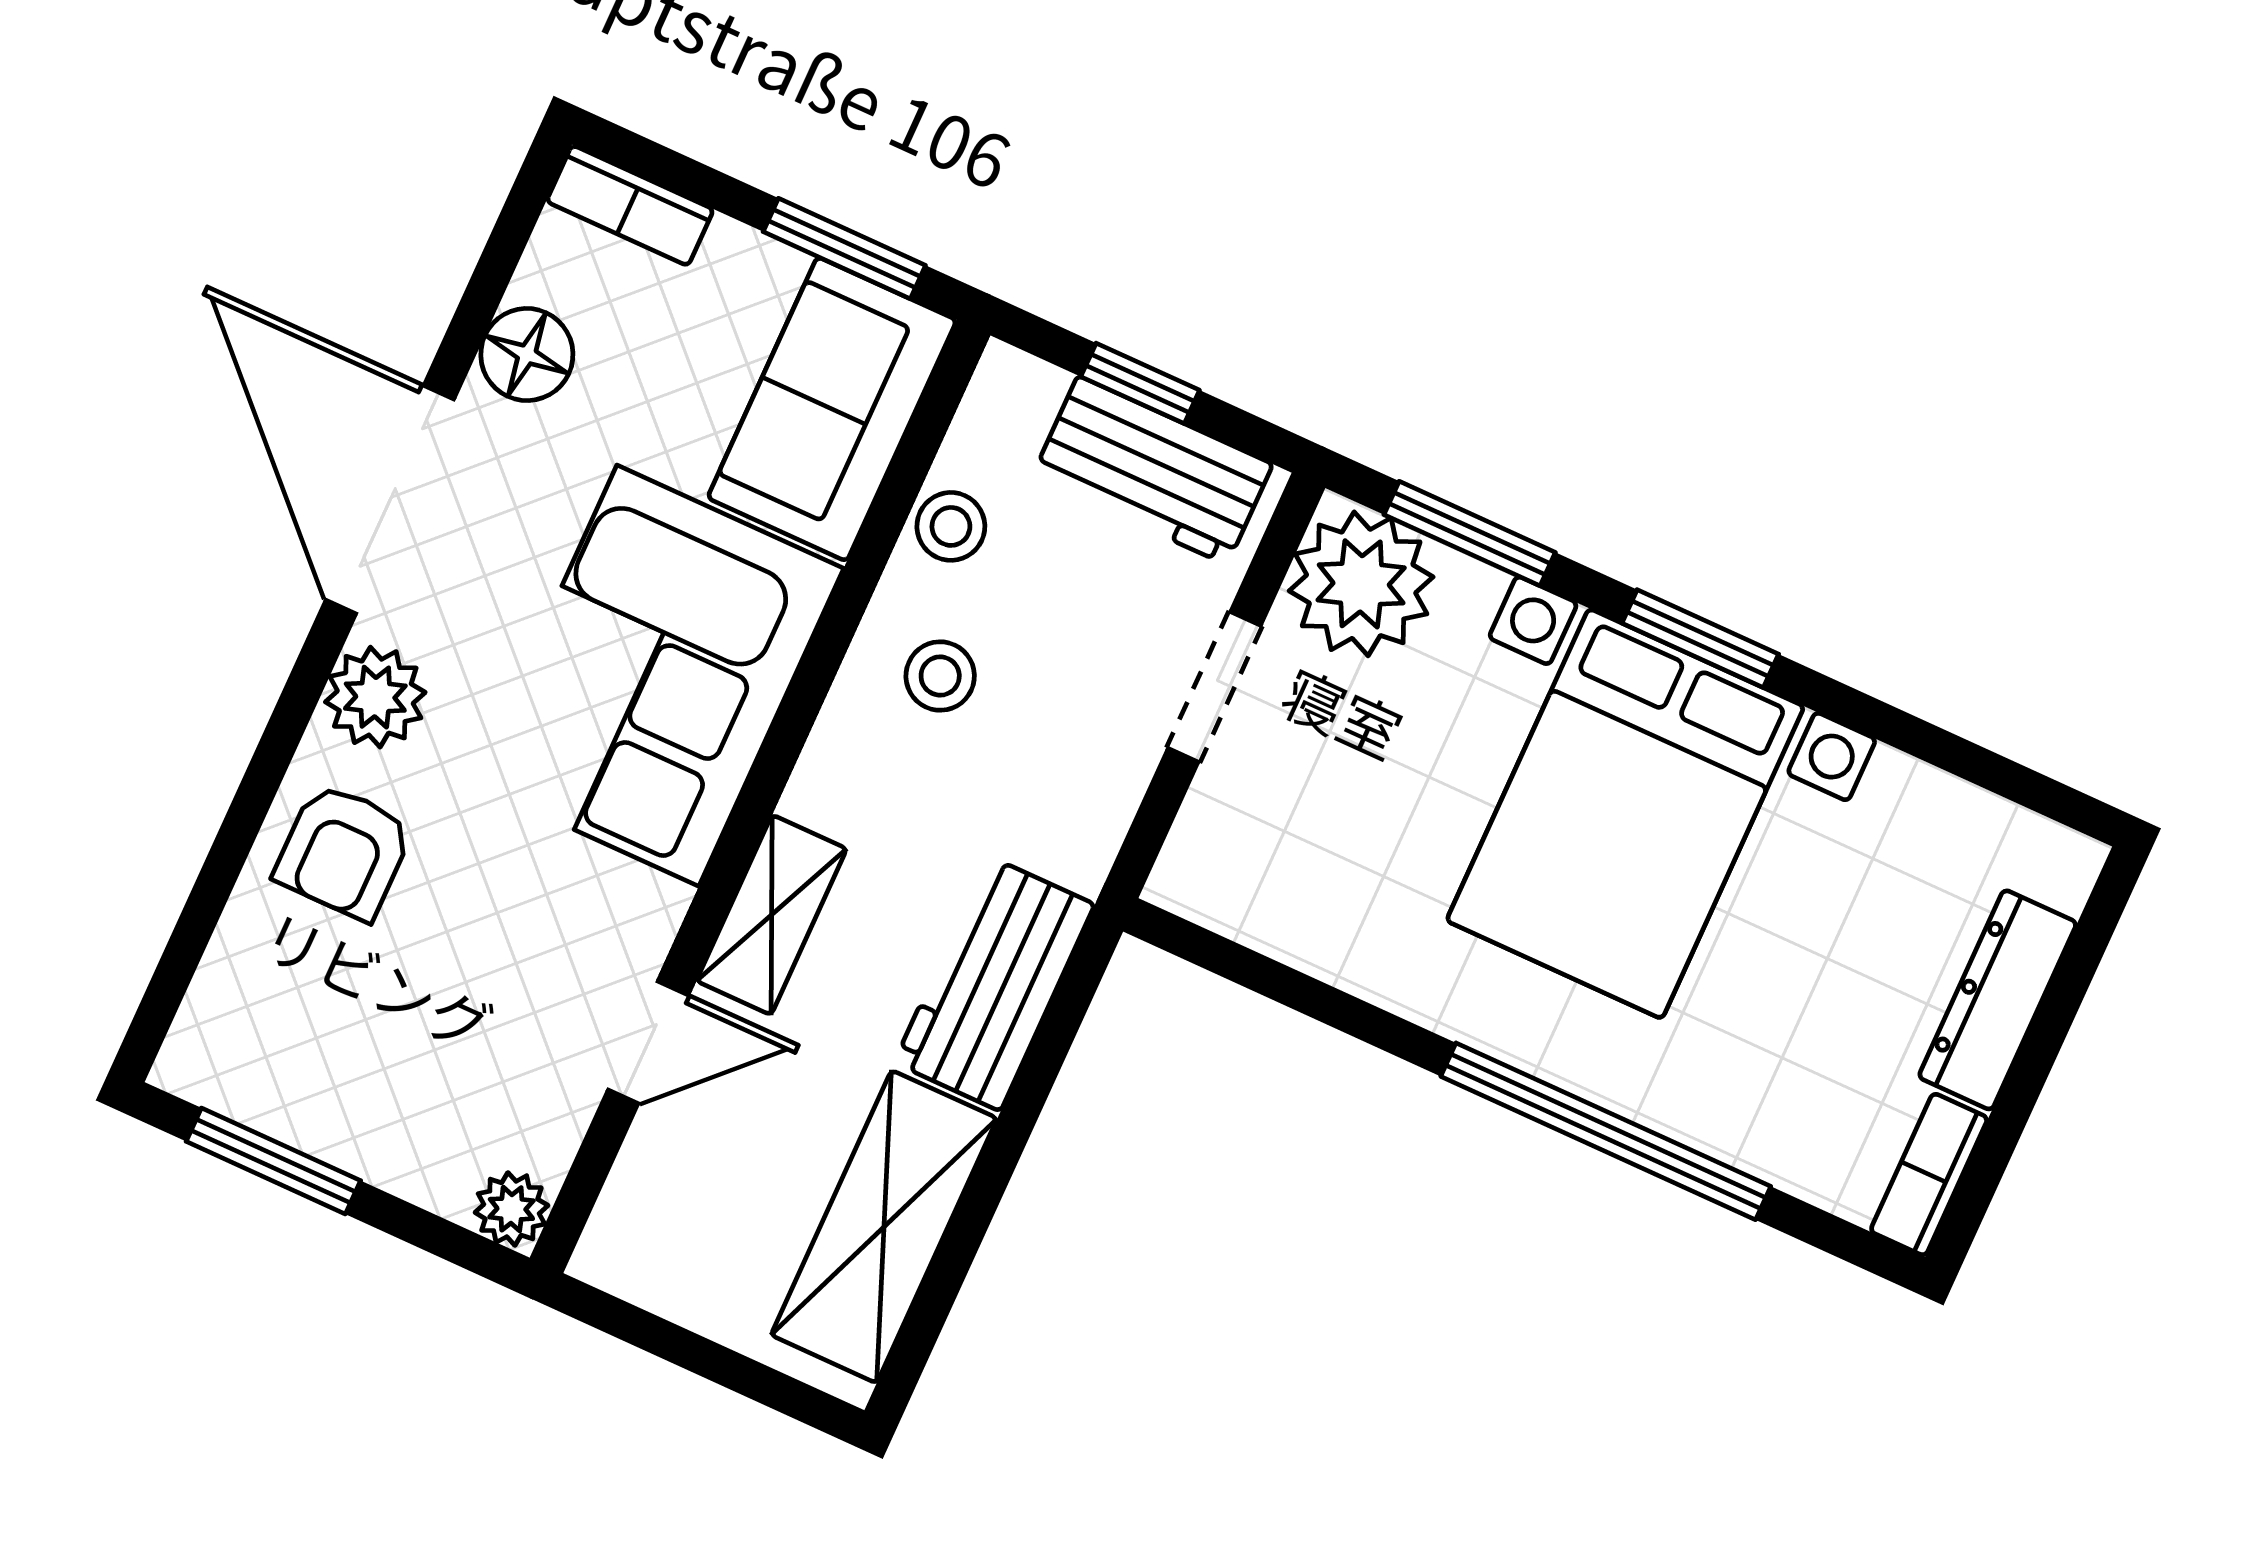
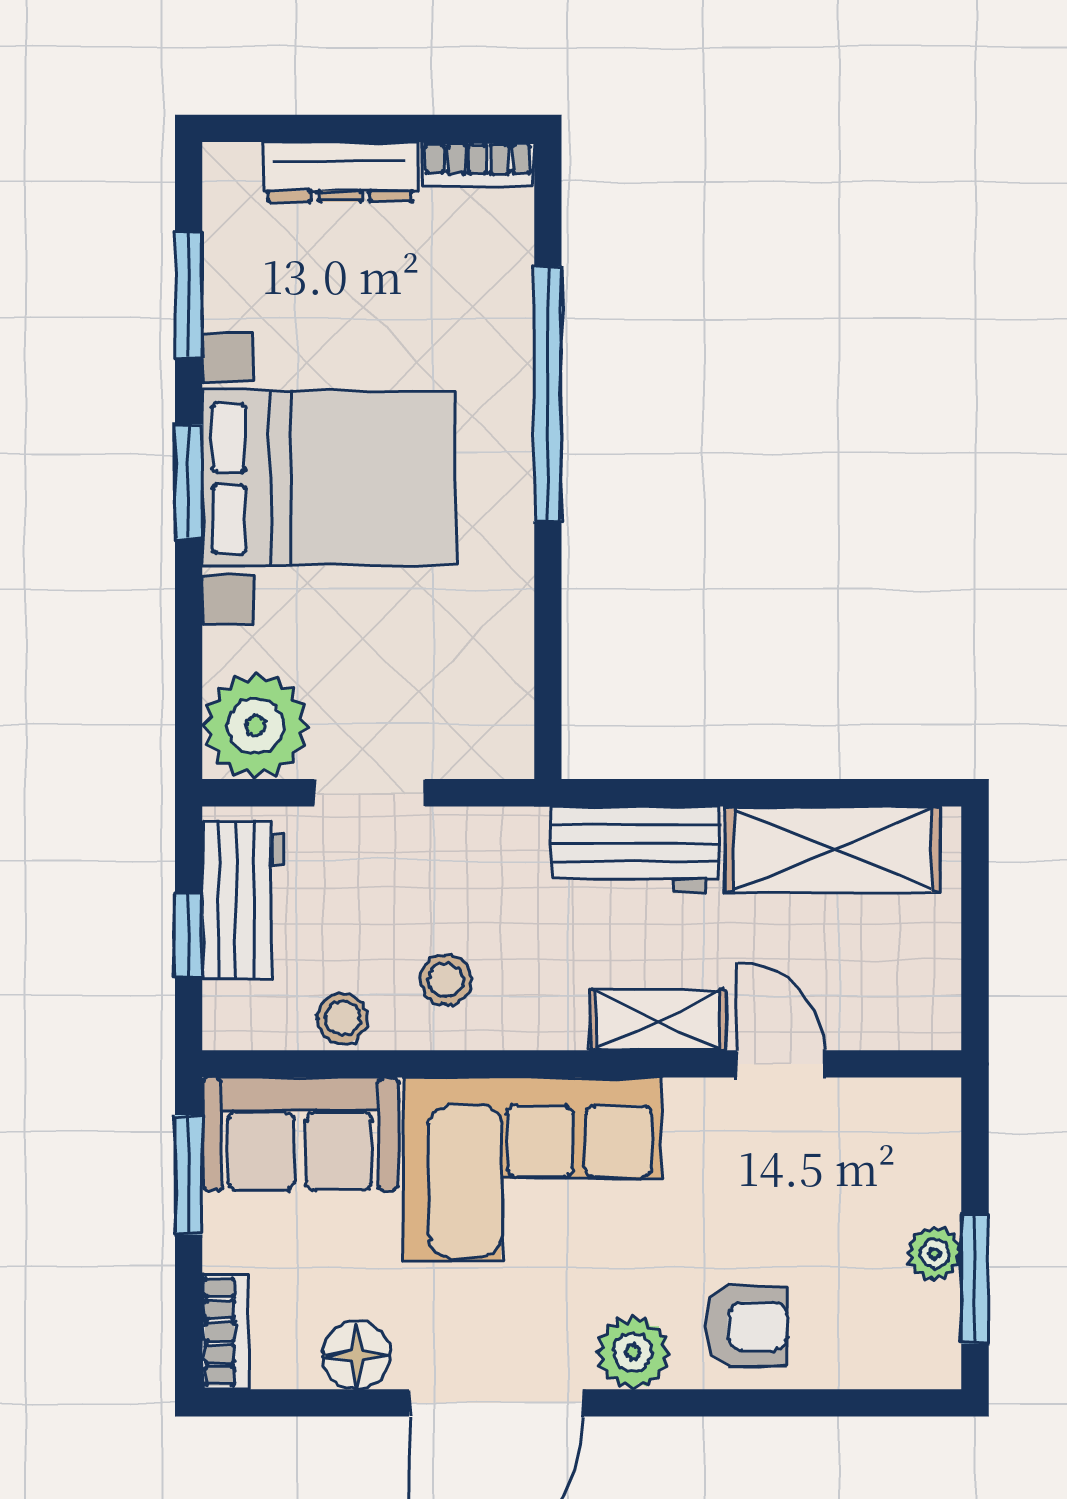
window: (1470, 533) -> (189, 295), moved
plant: (511, 1209) -> (934, 1253), moved

